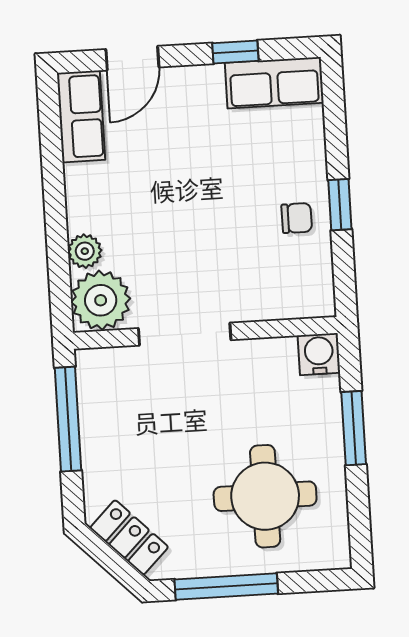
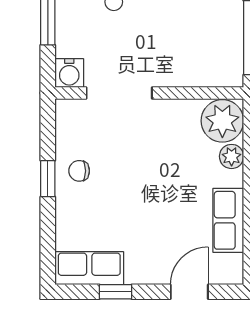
row of seats: (81, 116) -> (228, 220), moved
doorway: (185, 334) -> (119, 93), moved

